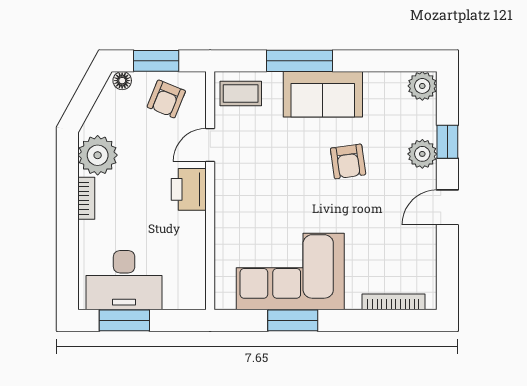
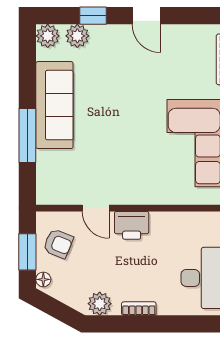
coffee table: (241, 94) -> (54, 183), removed
sofa: (323, 94) -> (54, 105), width x1.36
plant: (422, 154) -> (77, 36), moved
plant: (98, 155) -> (100, 304), width x0.73, depth x0.73
armchair: (348, 161) -> (109, 96), removed

